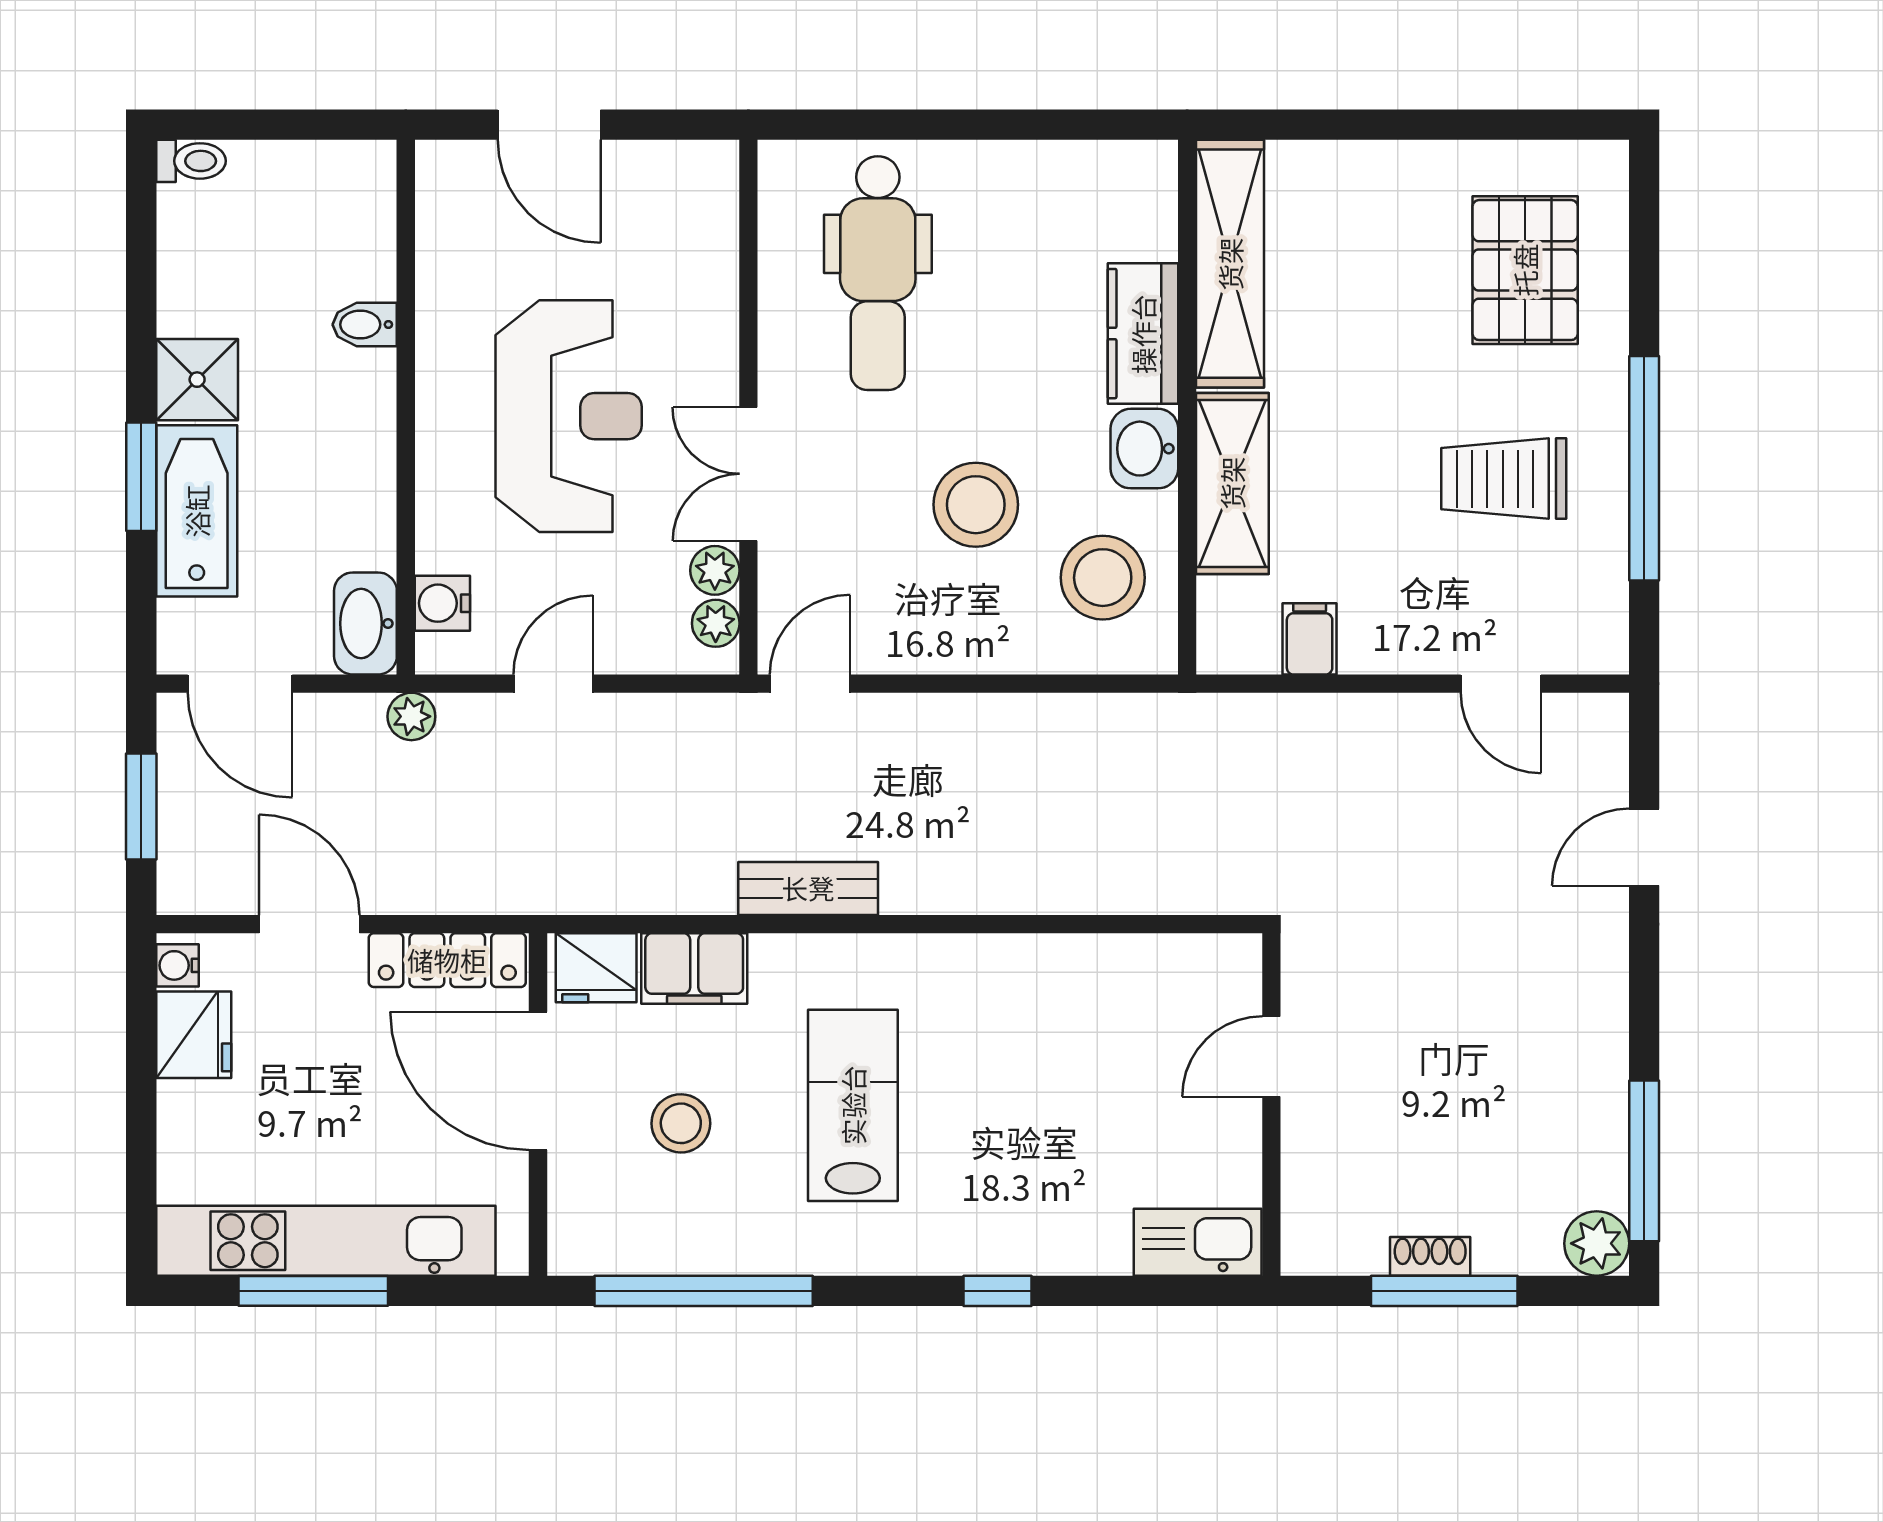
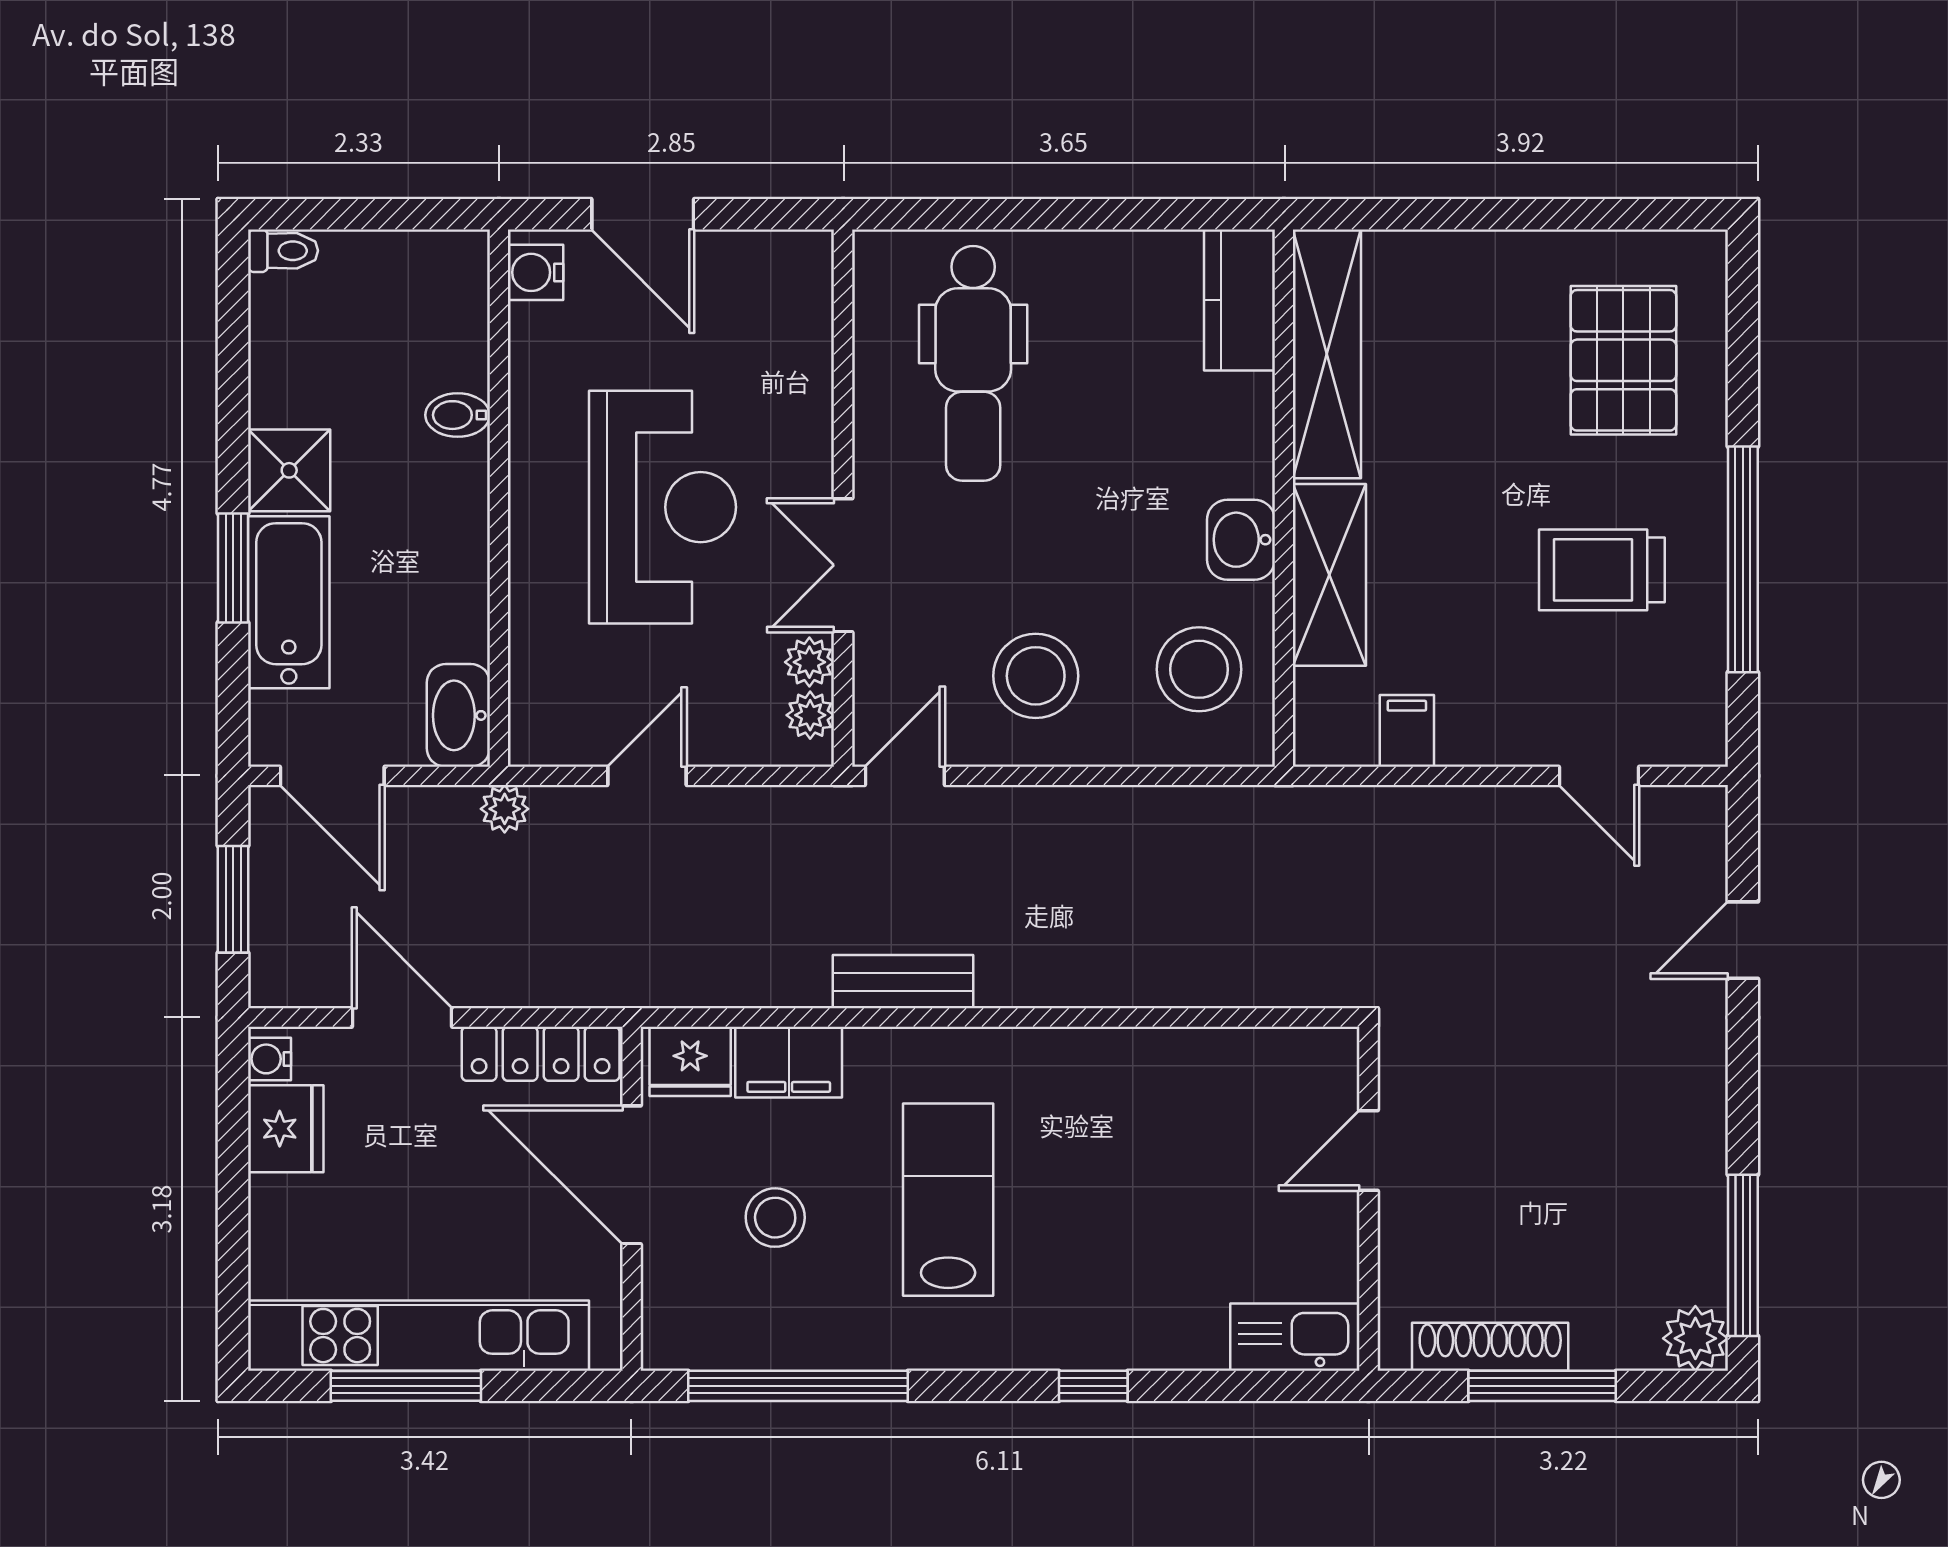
kitchen counter: (1143, 334) -> (1240, 300), moved
stool: (976, 505) -> (1036, 676), moved
water cooler: (442, 603) -> (536, 272), moved
shoe rack: (1430, 1256) -> (1490, 1347), width x1.94, depth x1.24

